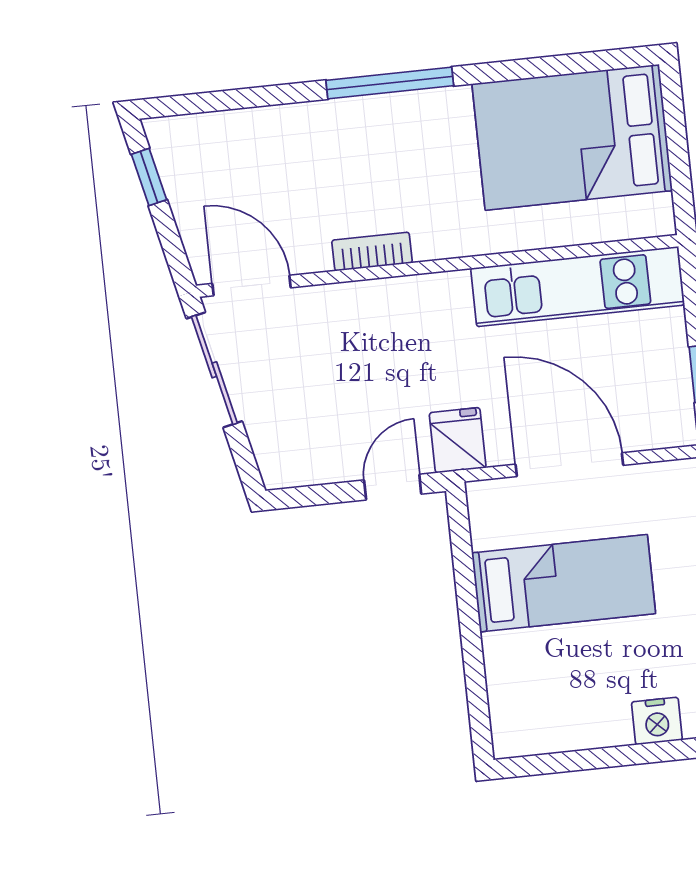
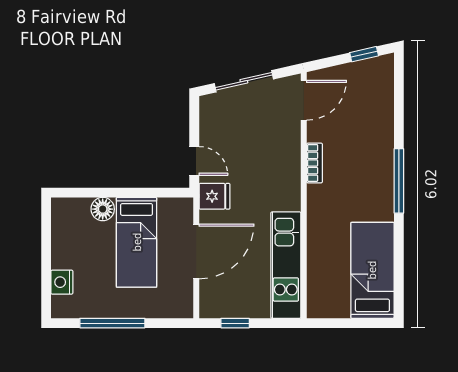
bed: (572, 137) -> (372, 270), width x0.67
sliding door: (214, 370) -> (244, 81), moved
floor lamp: (506, 656) -> (103, 209), added

